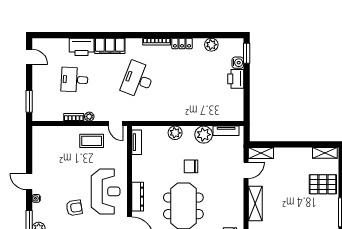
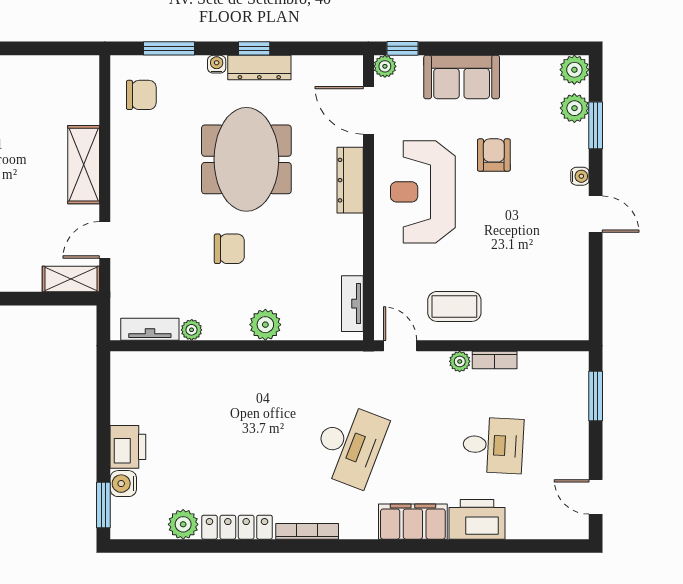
locker: (182, 43) -> (237, 527), width x1.53
plant: (204, 135) -> (192, 330), width x0.53, depth x0.53
armchair: (74, 208) -> (494, 155), turned 99

